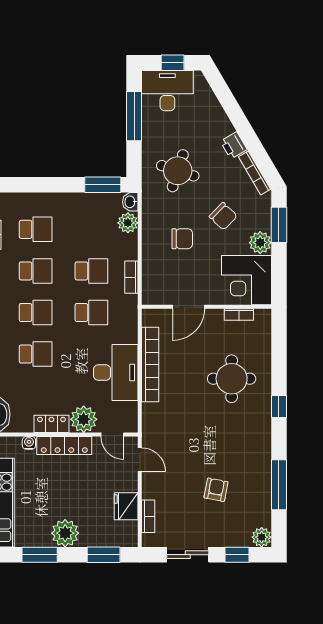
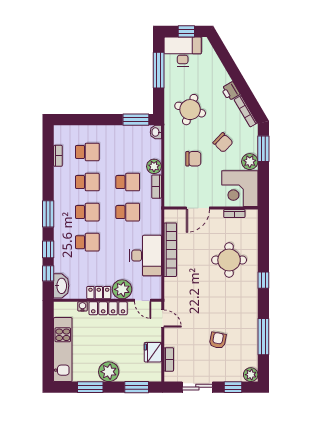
plant: (128, 223) -> (154, 166), moved

